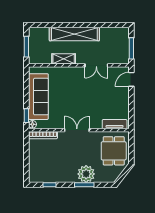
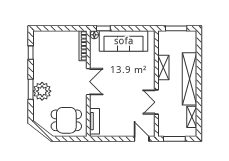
shelving: (110, 32) -> (192, 117), added

